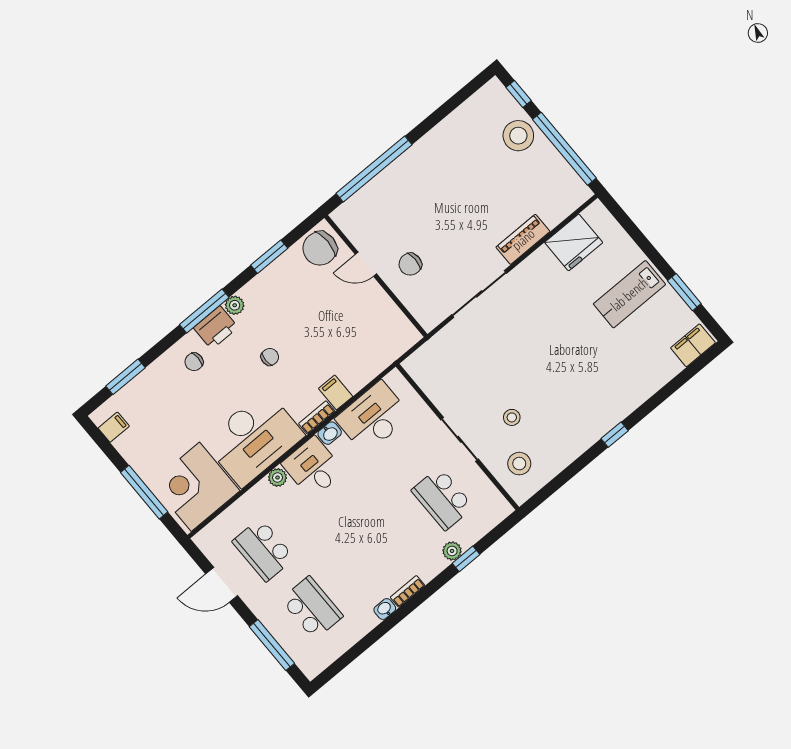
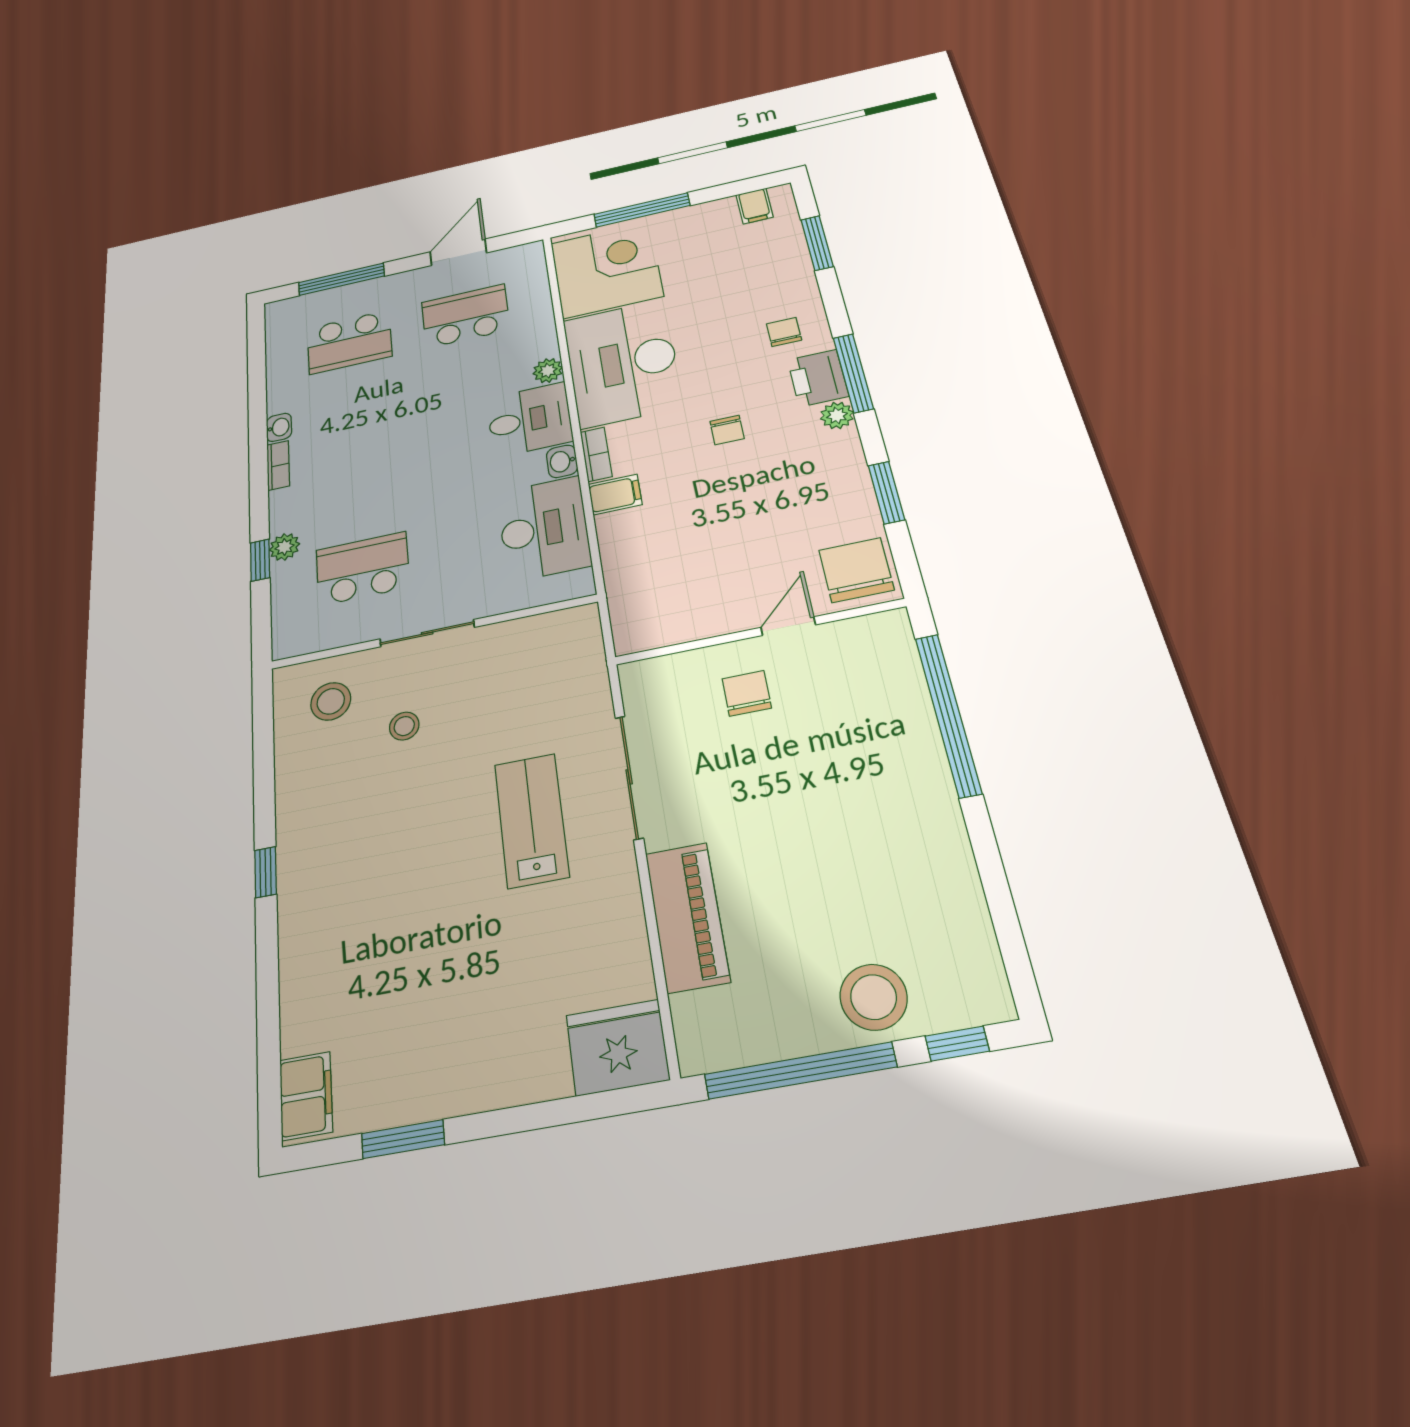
piano: (523, 239) -> (687, 917), width x1.37, depth x1.33
fridge: (574, 242) -> (618, 1047), moved, turned 90
lab bench: (629, 294) -> (531, 820), moved

